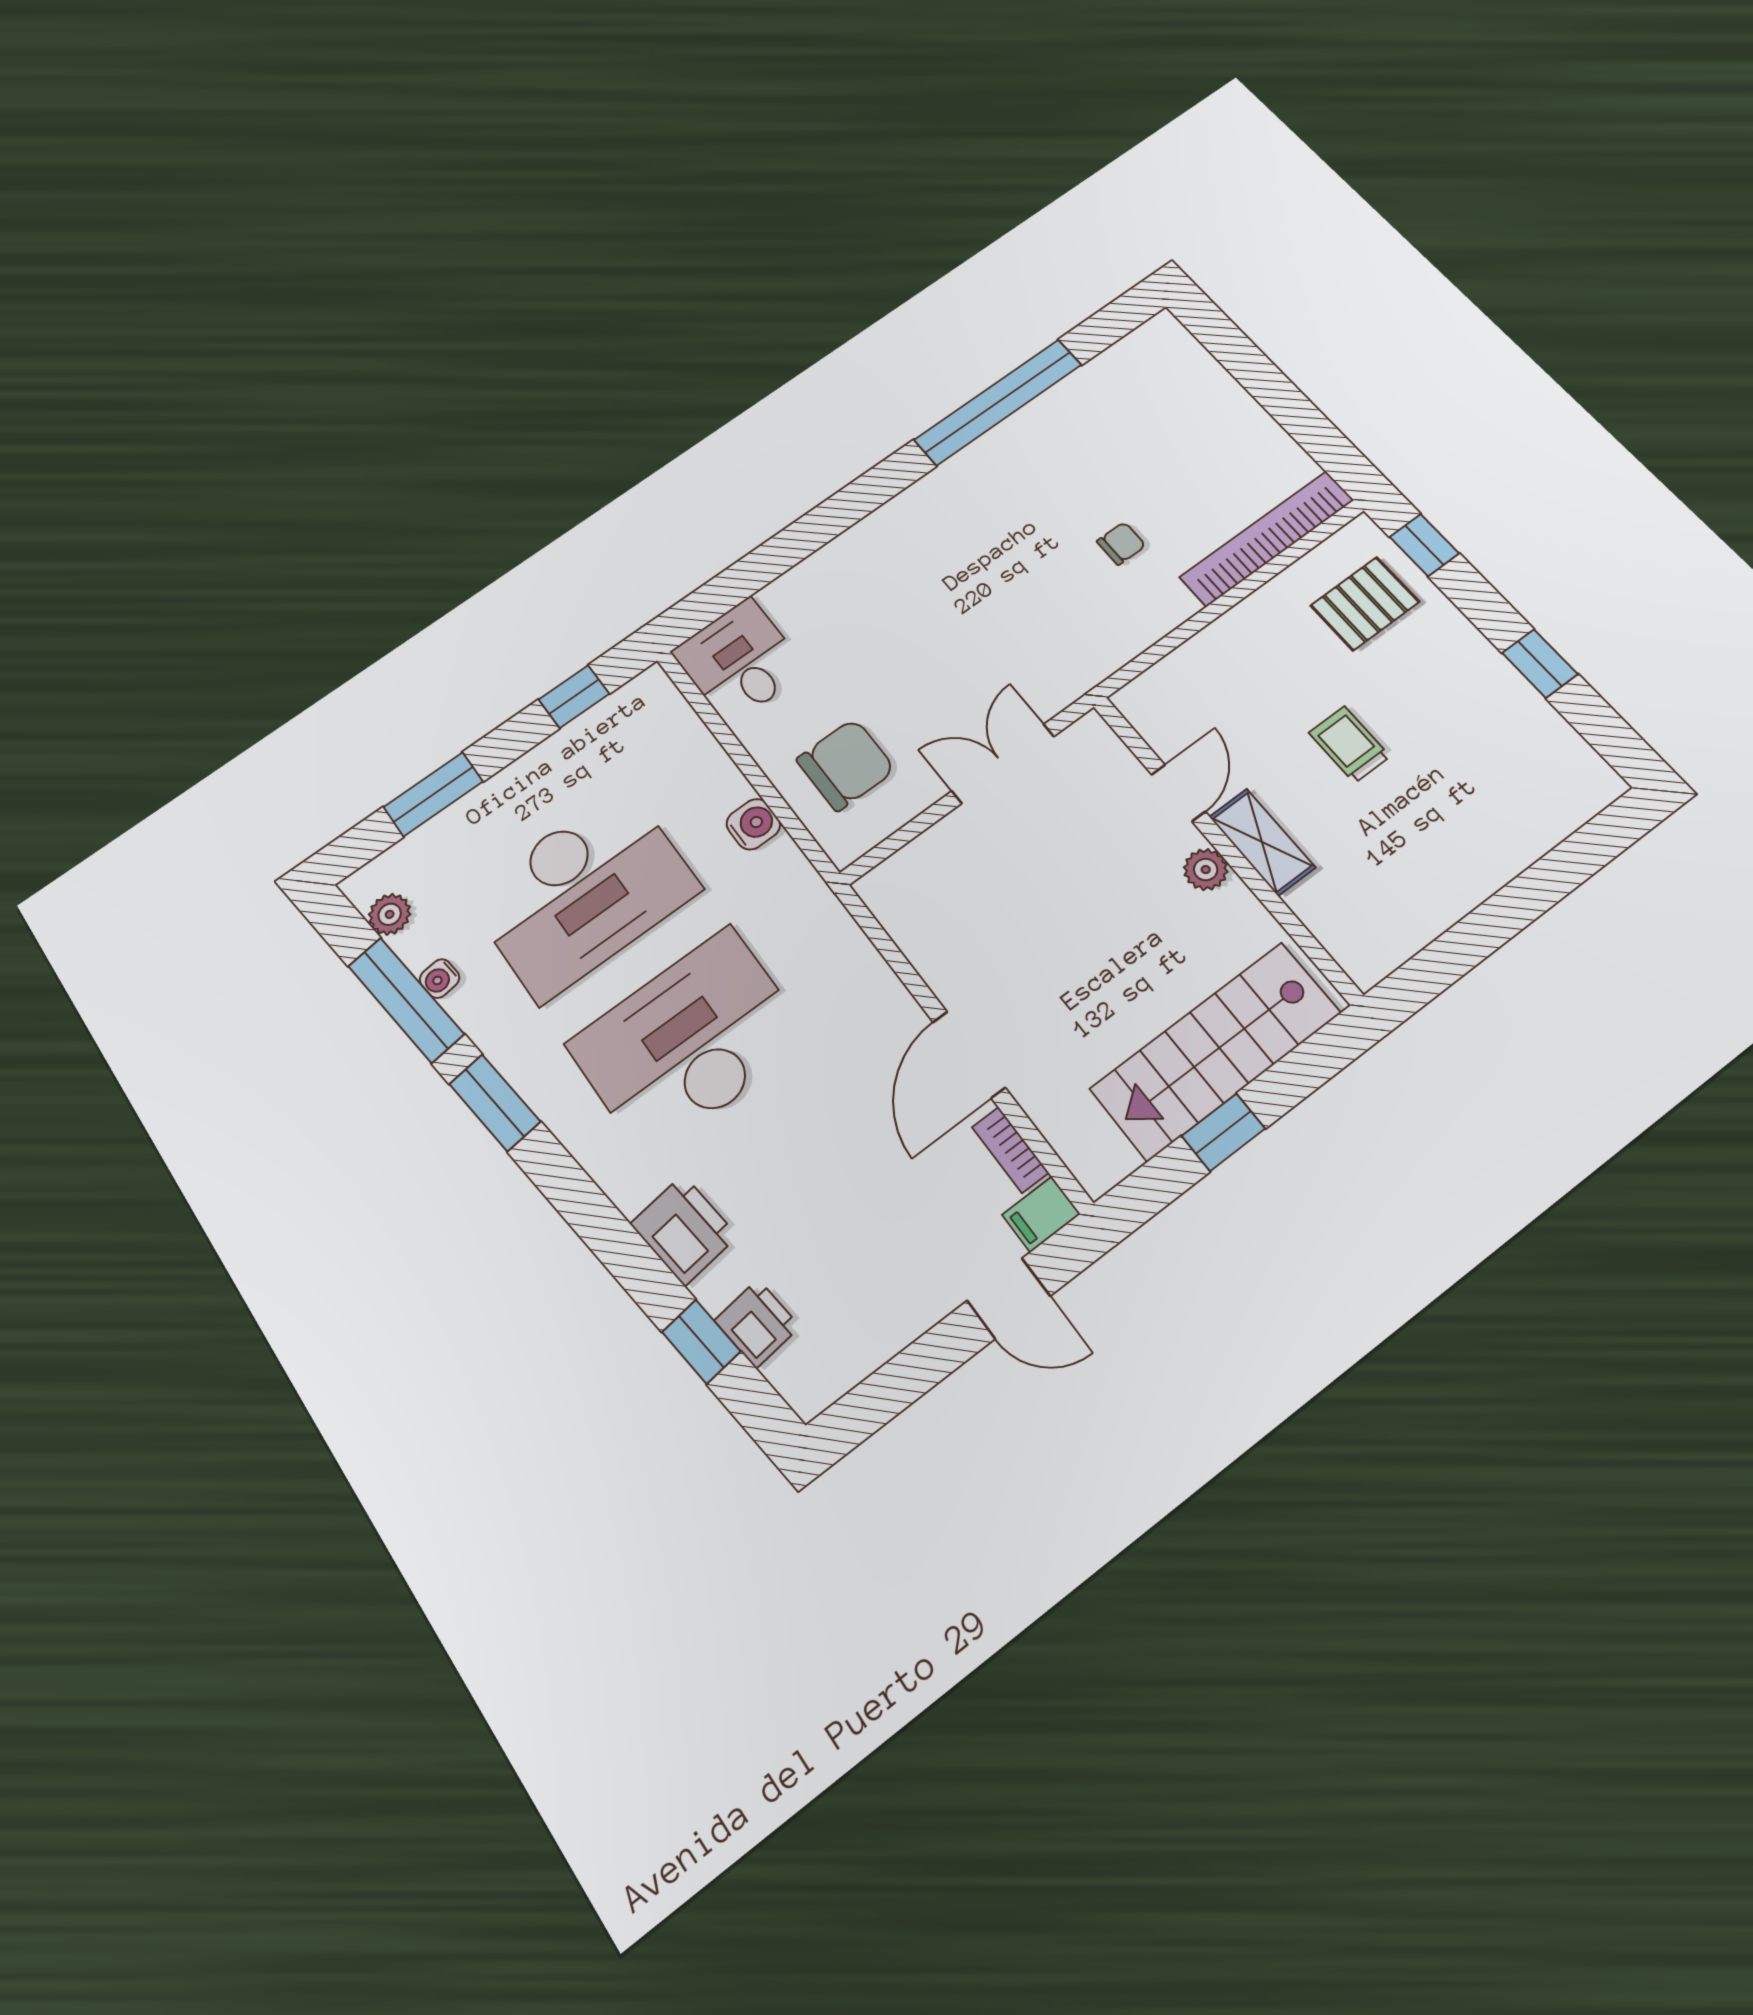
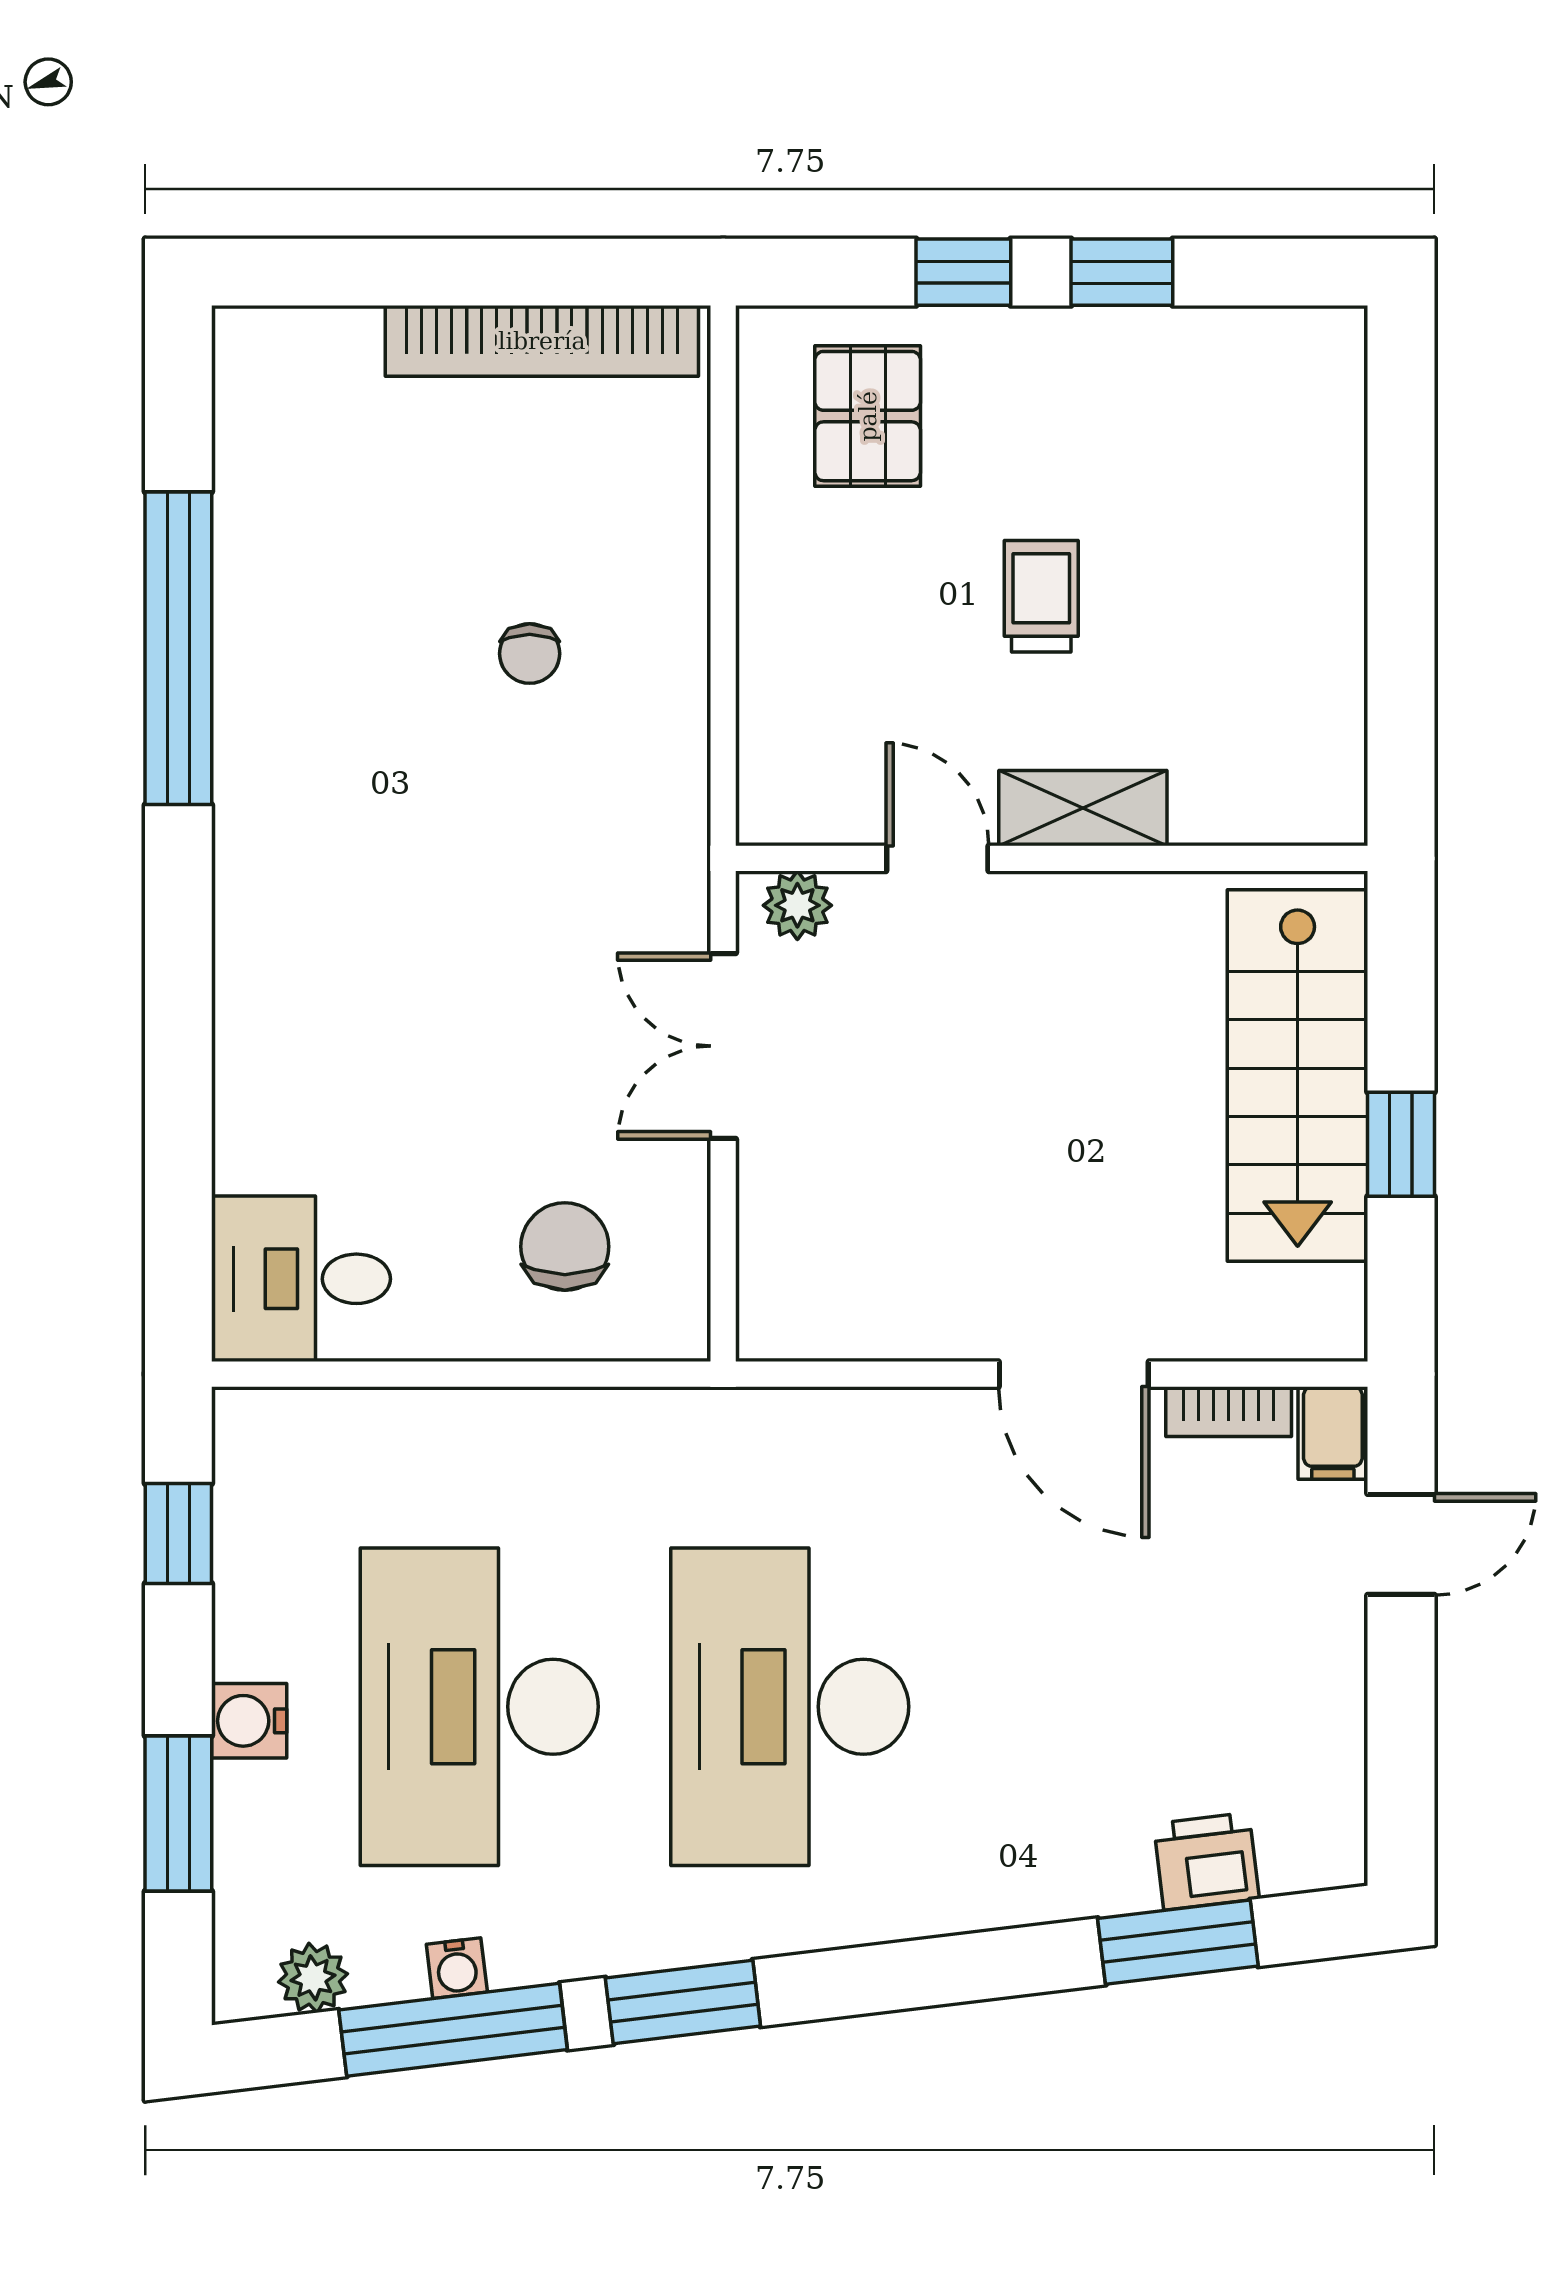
bookcase: (1267, 539) -> (542, 341), moved, turned -90
chair: (1121, 543) -> (530, 654), turned 180
window: (1424, 545) -> (963, 272), moved
trolley: (1349, 745) -> (1041, 596), turned 90
chair: (846, 765) -> (565, 1247), width x0.73, depth x0.73
water cooler: (753, 824) -> (249, 1721), moved, turned -90
plant: (1206, 870) -> (797, 905), moved
desk: (583, 892) -> (479, 1707), turned 180
printer: (684, 1230) -> (1026, 1873), removed
window: (701, 1342) -> (1178, 1942), width x1.50

